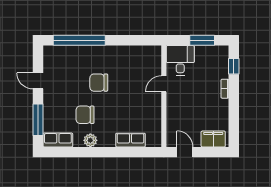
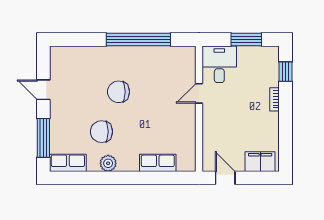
window: (79, 40) -> (138, 39), moved

